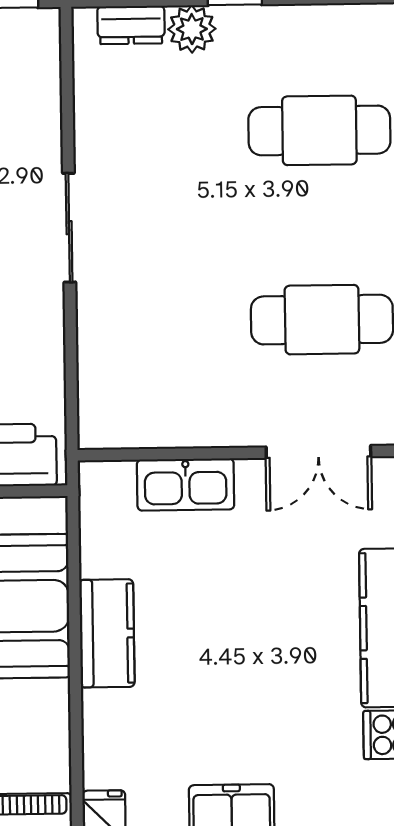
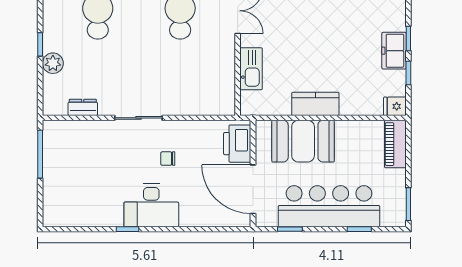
dresser: (131, 25) -> (83, 107), moved, turned -90

